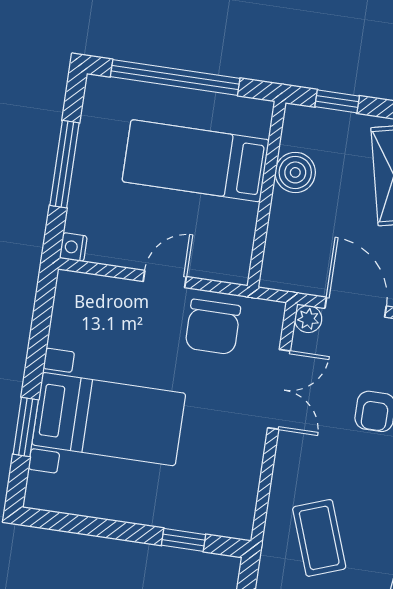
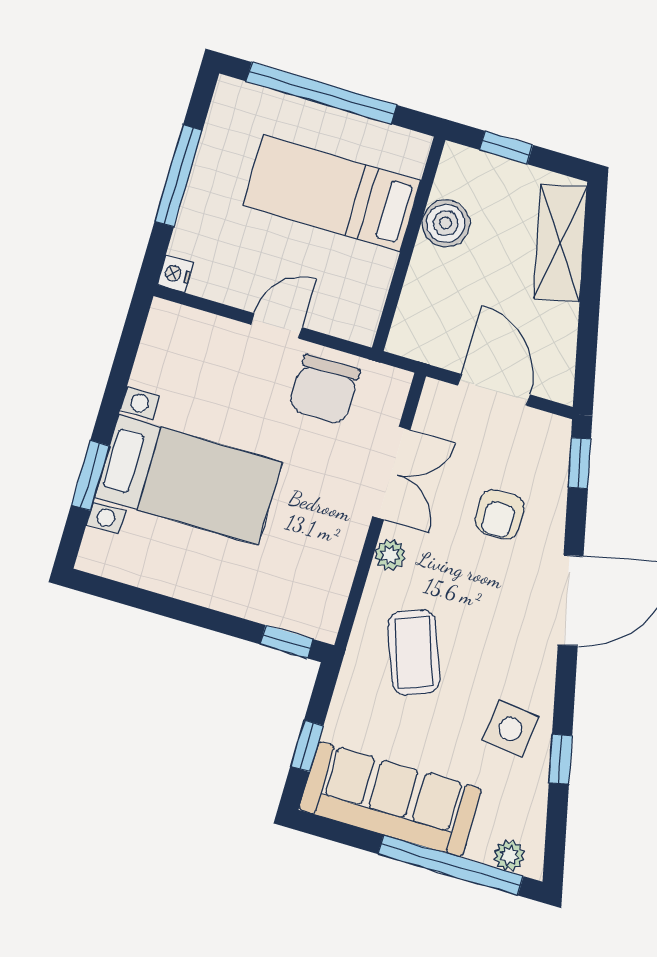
plant: (308, 319) -> (390, 555), moved
window: (184, 540) -> (287, 642), moved

